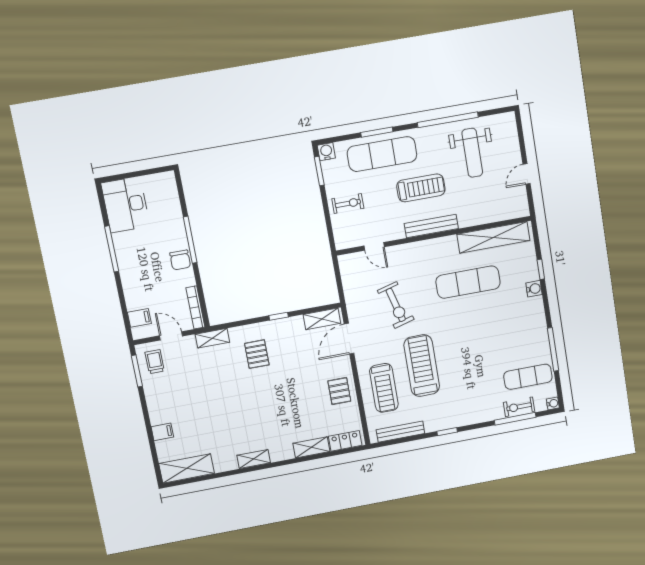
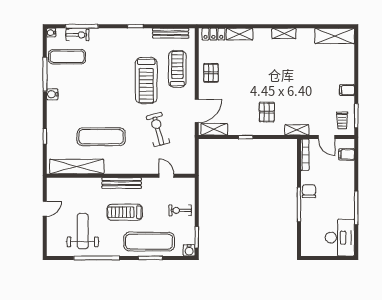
water cooler: (534, 289) -> (52, 94), moved
filing cabinet: (162, 432) -> (347, 90), moved

